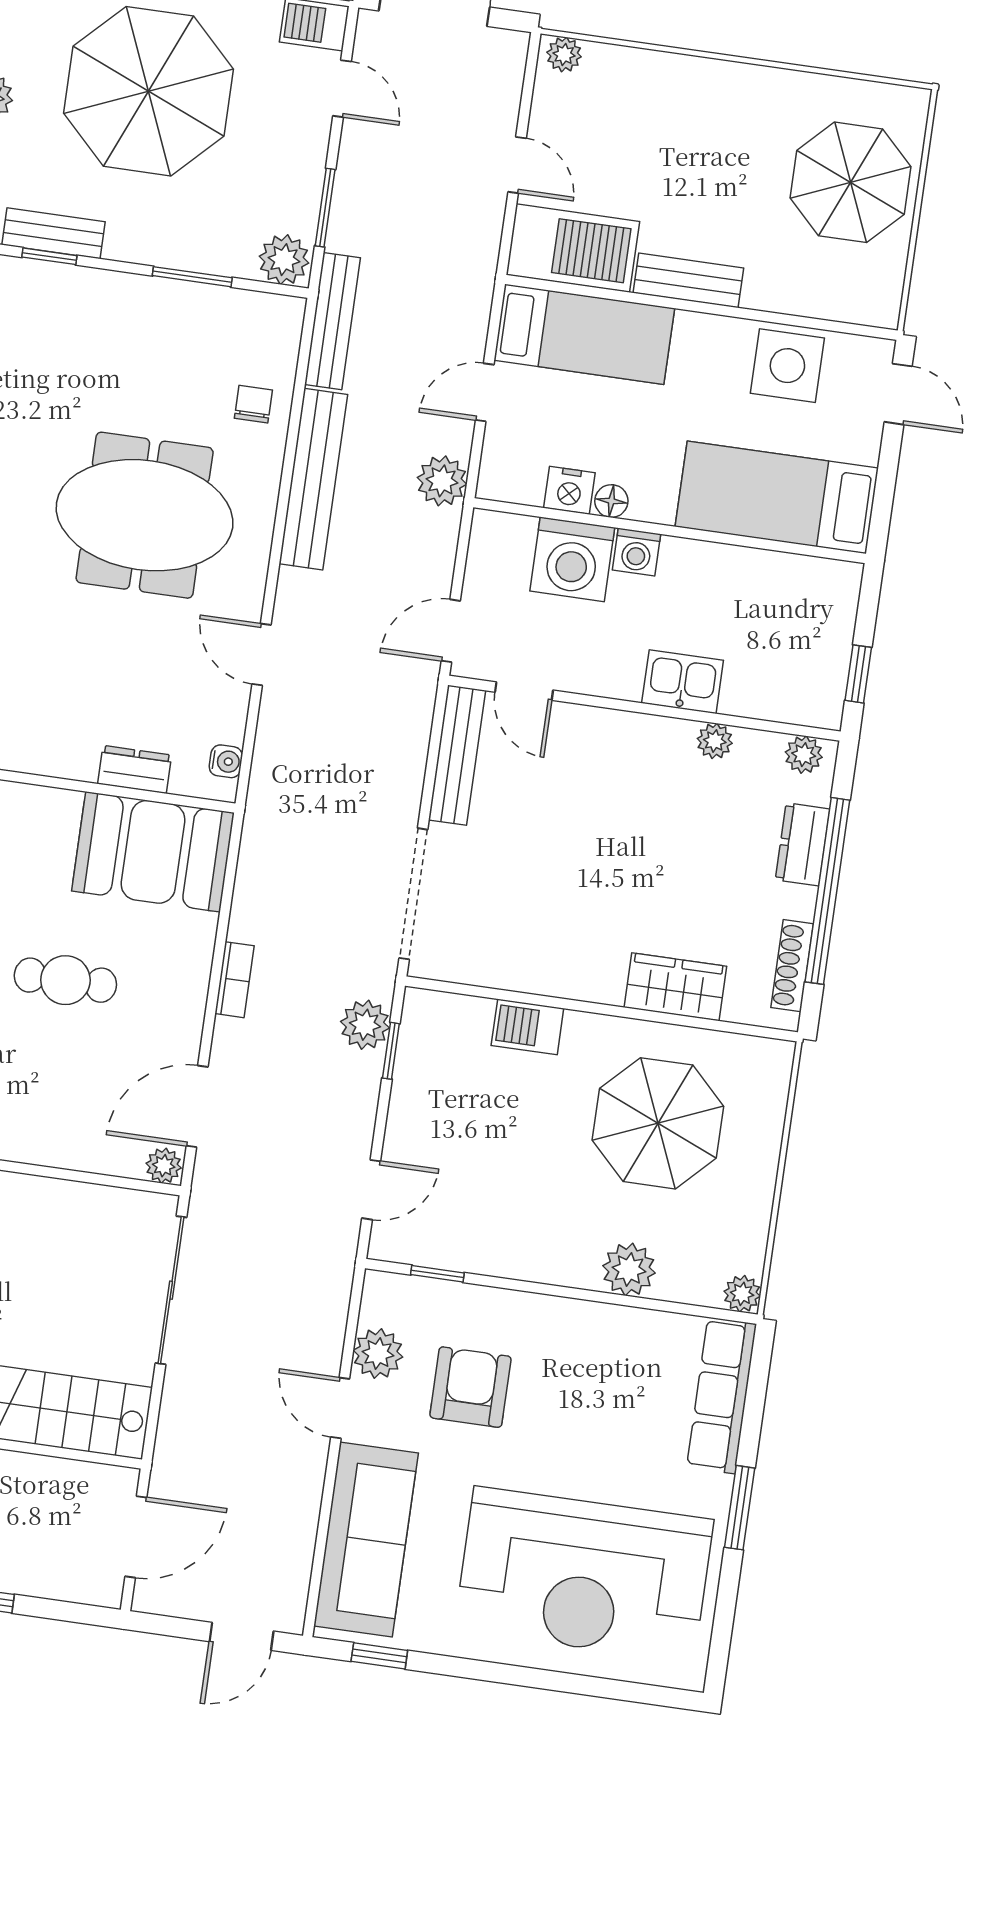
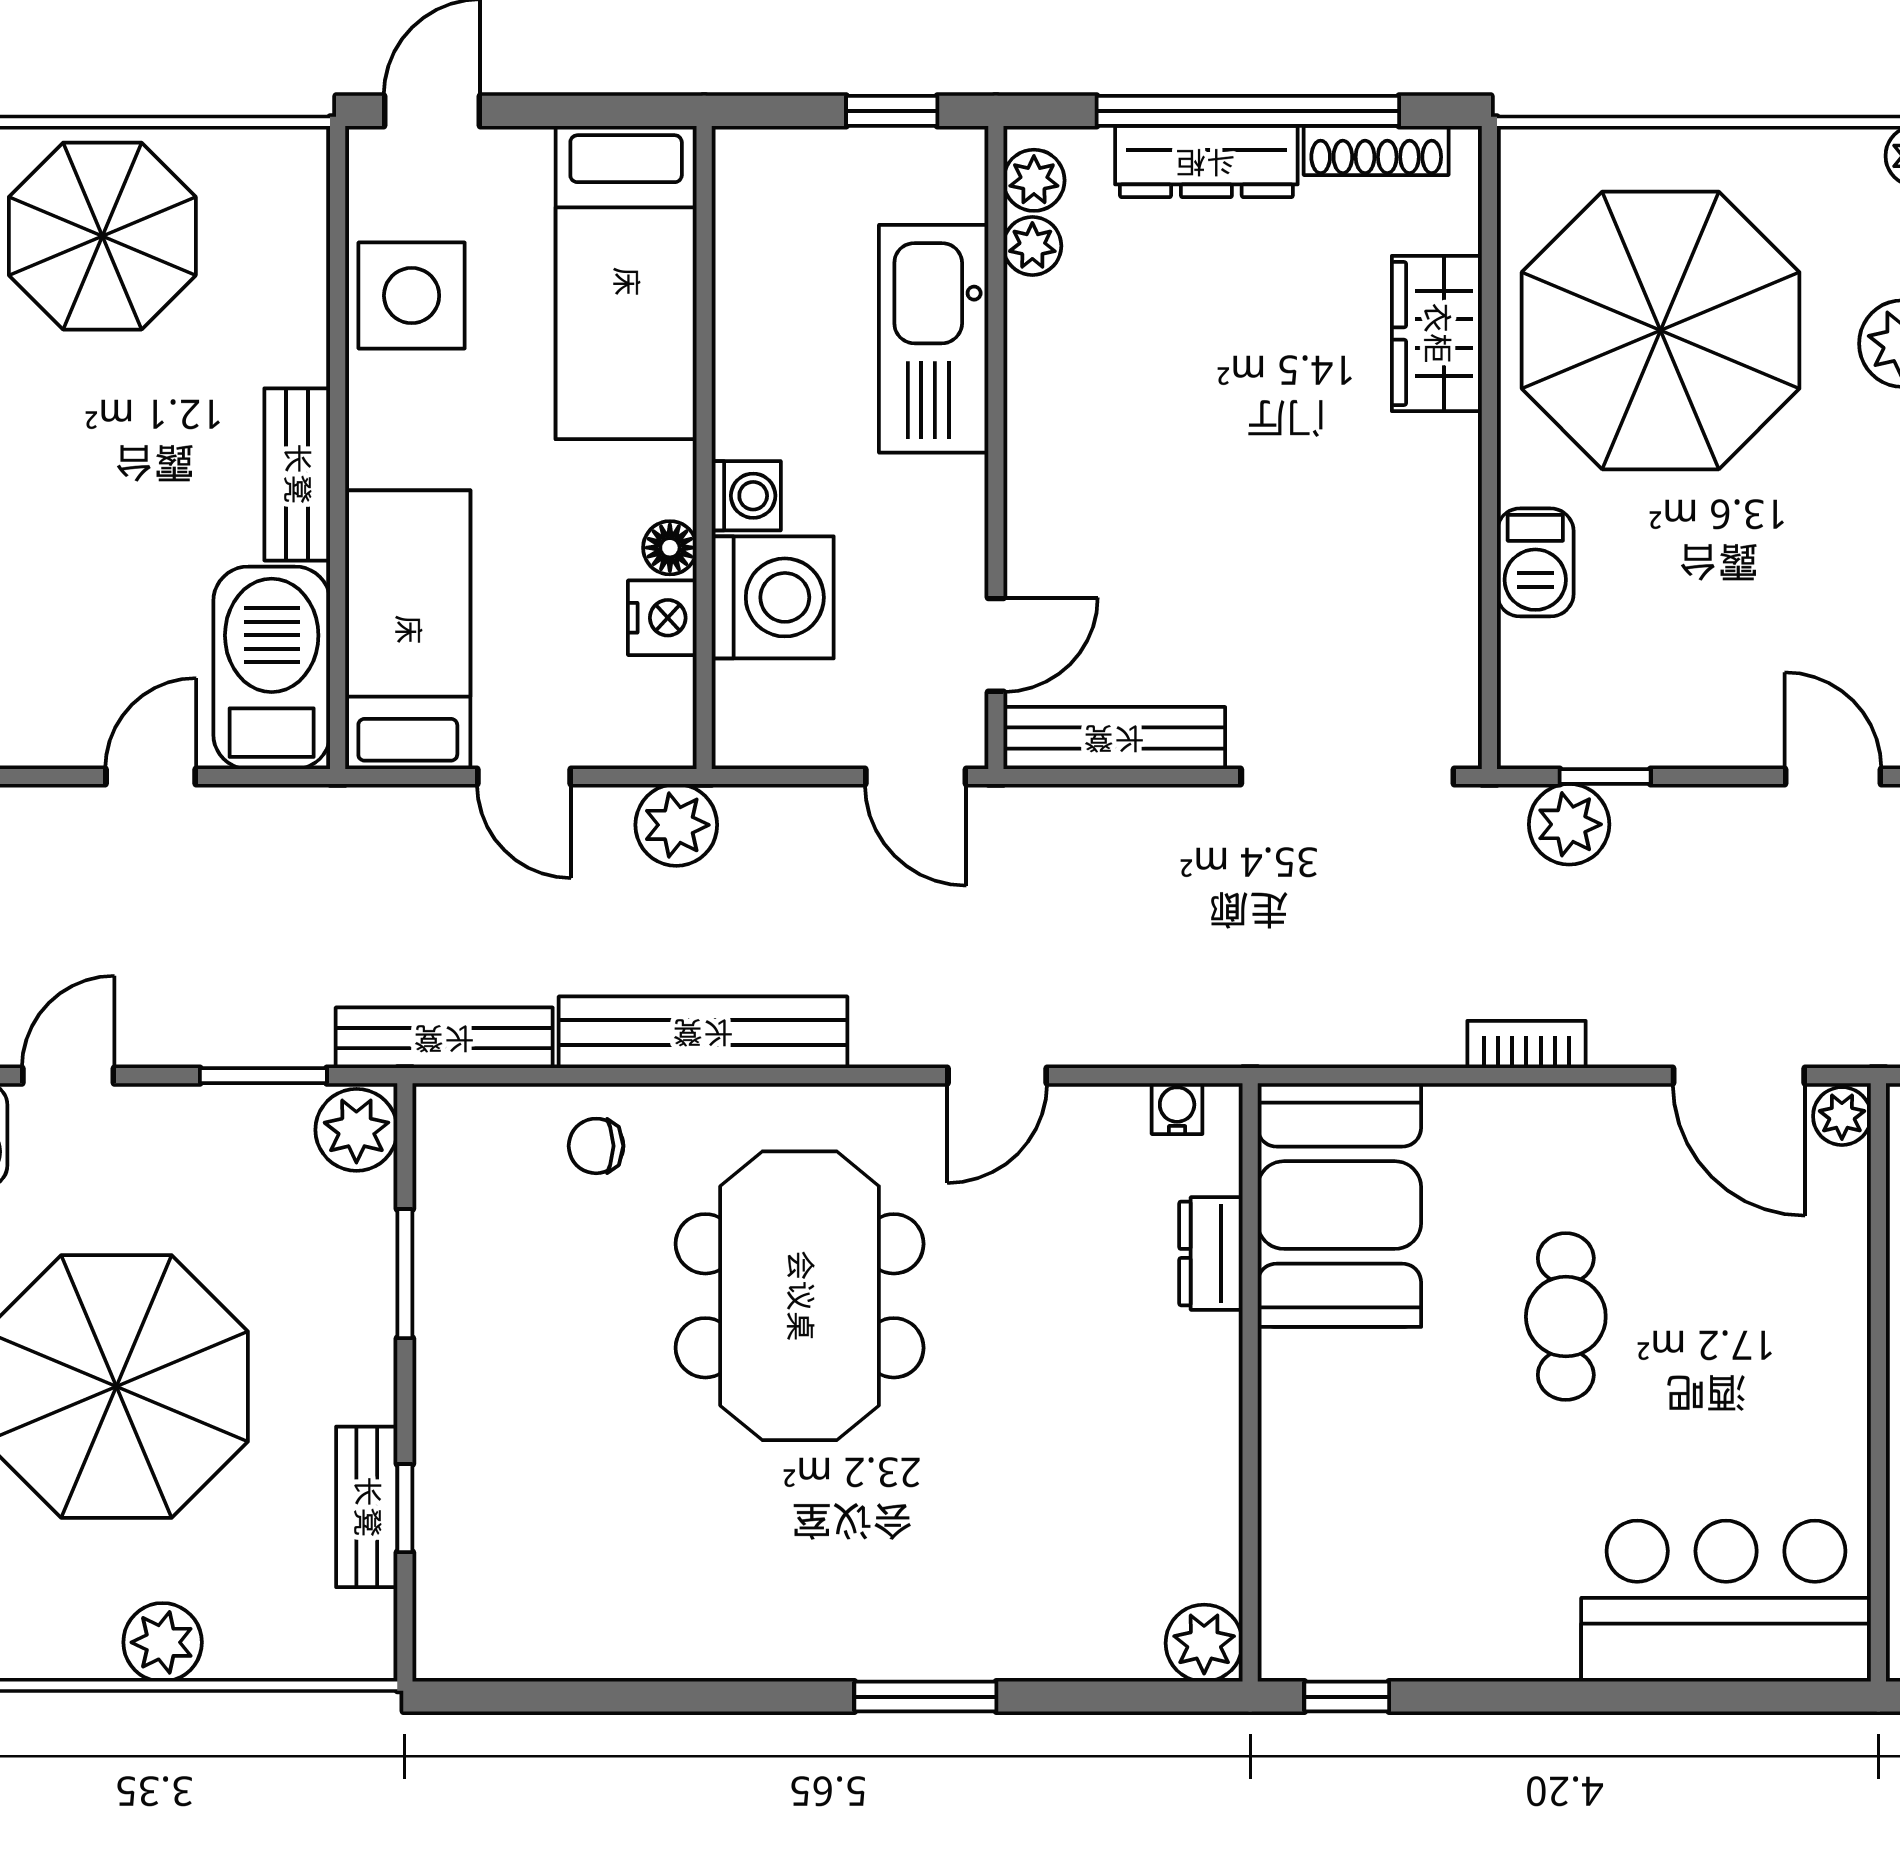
kitchen sink: (683, 682) -> (934, 339), width x1.87, depth x1.24
plant: (715, 741) -> (1032, 246), moved
dresser: (803, 844) -> (1206, 162), width x1.44
parasol: (658, 1123) -> (1661, 330), width x1.36, depth x1.36

